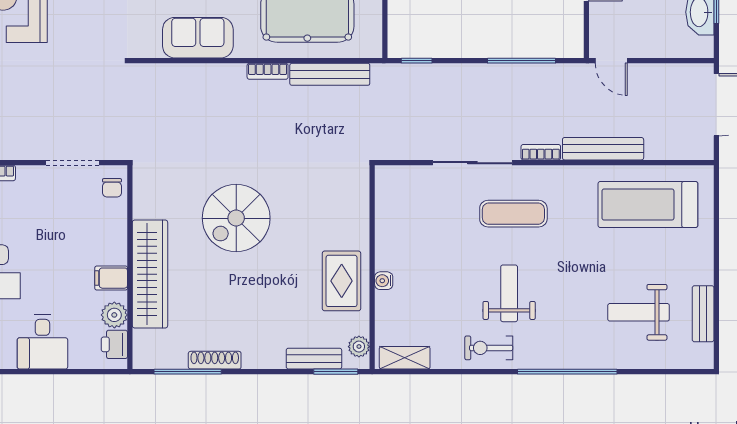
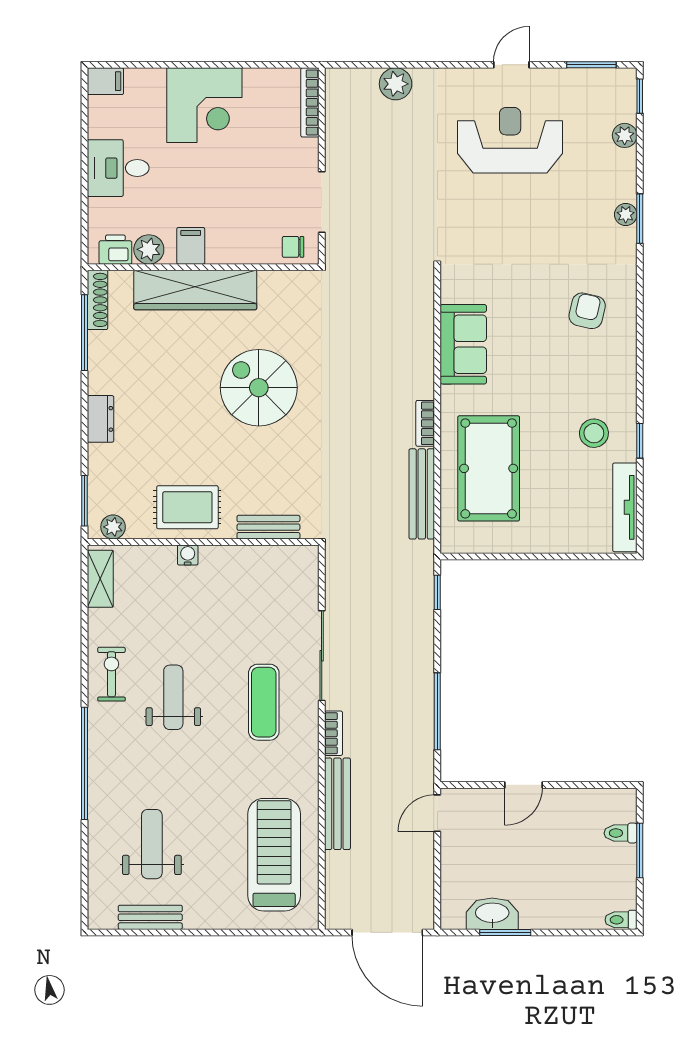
weight bench: (509, 293) -> (173, 697), turned -90
dresser: (264, 358) -> (101, 419), added
bench: (314, 359) -> (268, 527), moved, turned 90
shoe rack: (215, 360) -> (98, 300), moved

